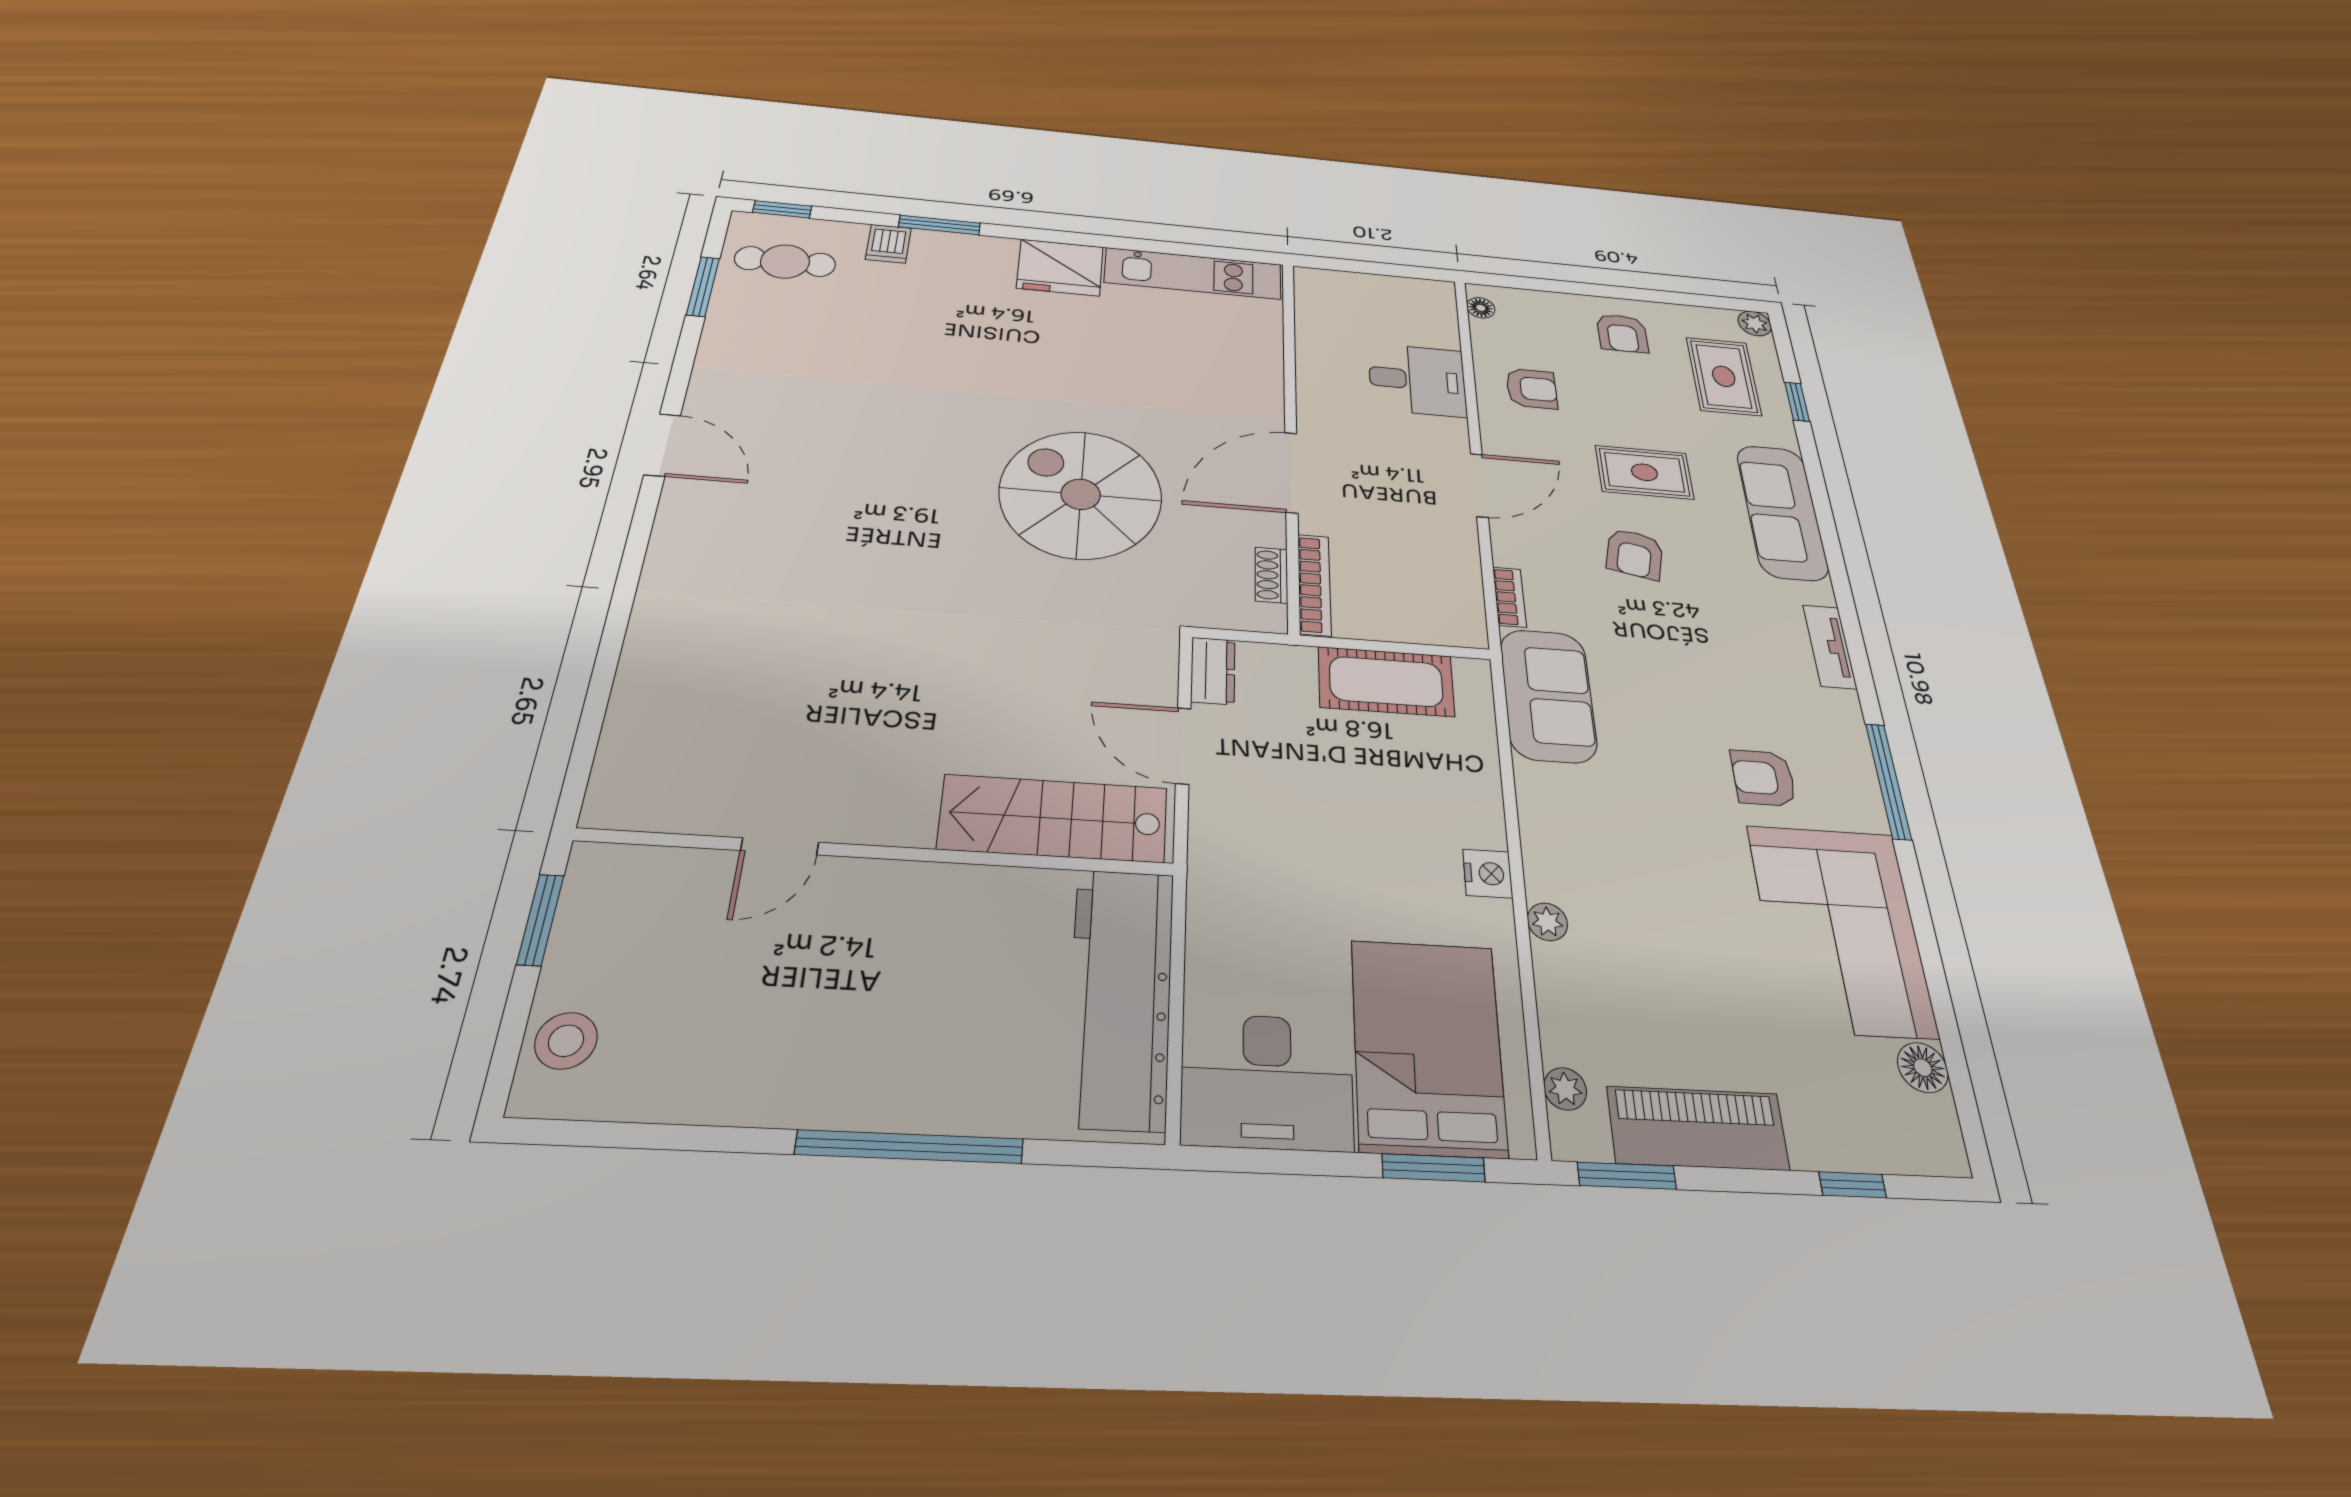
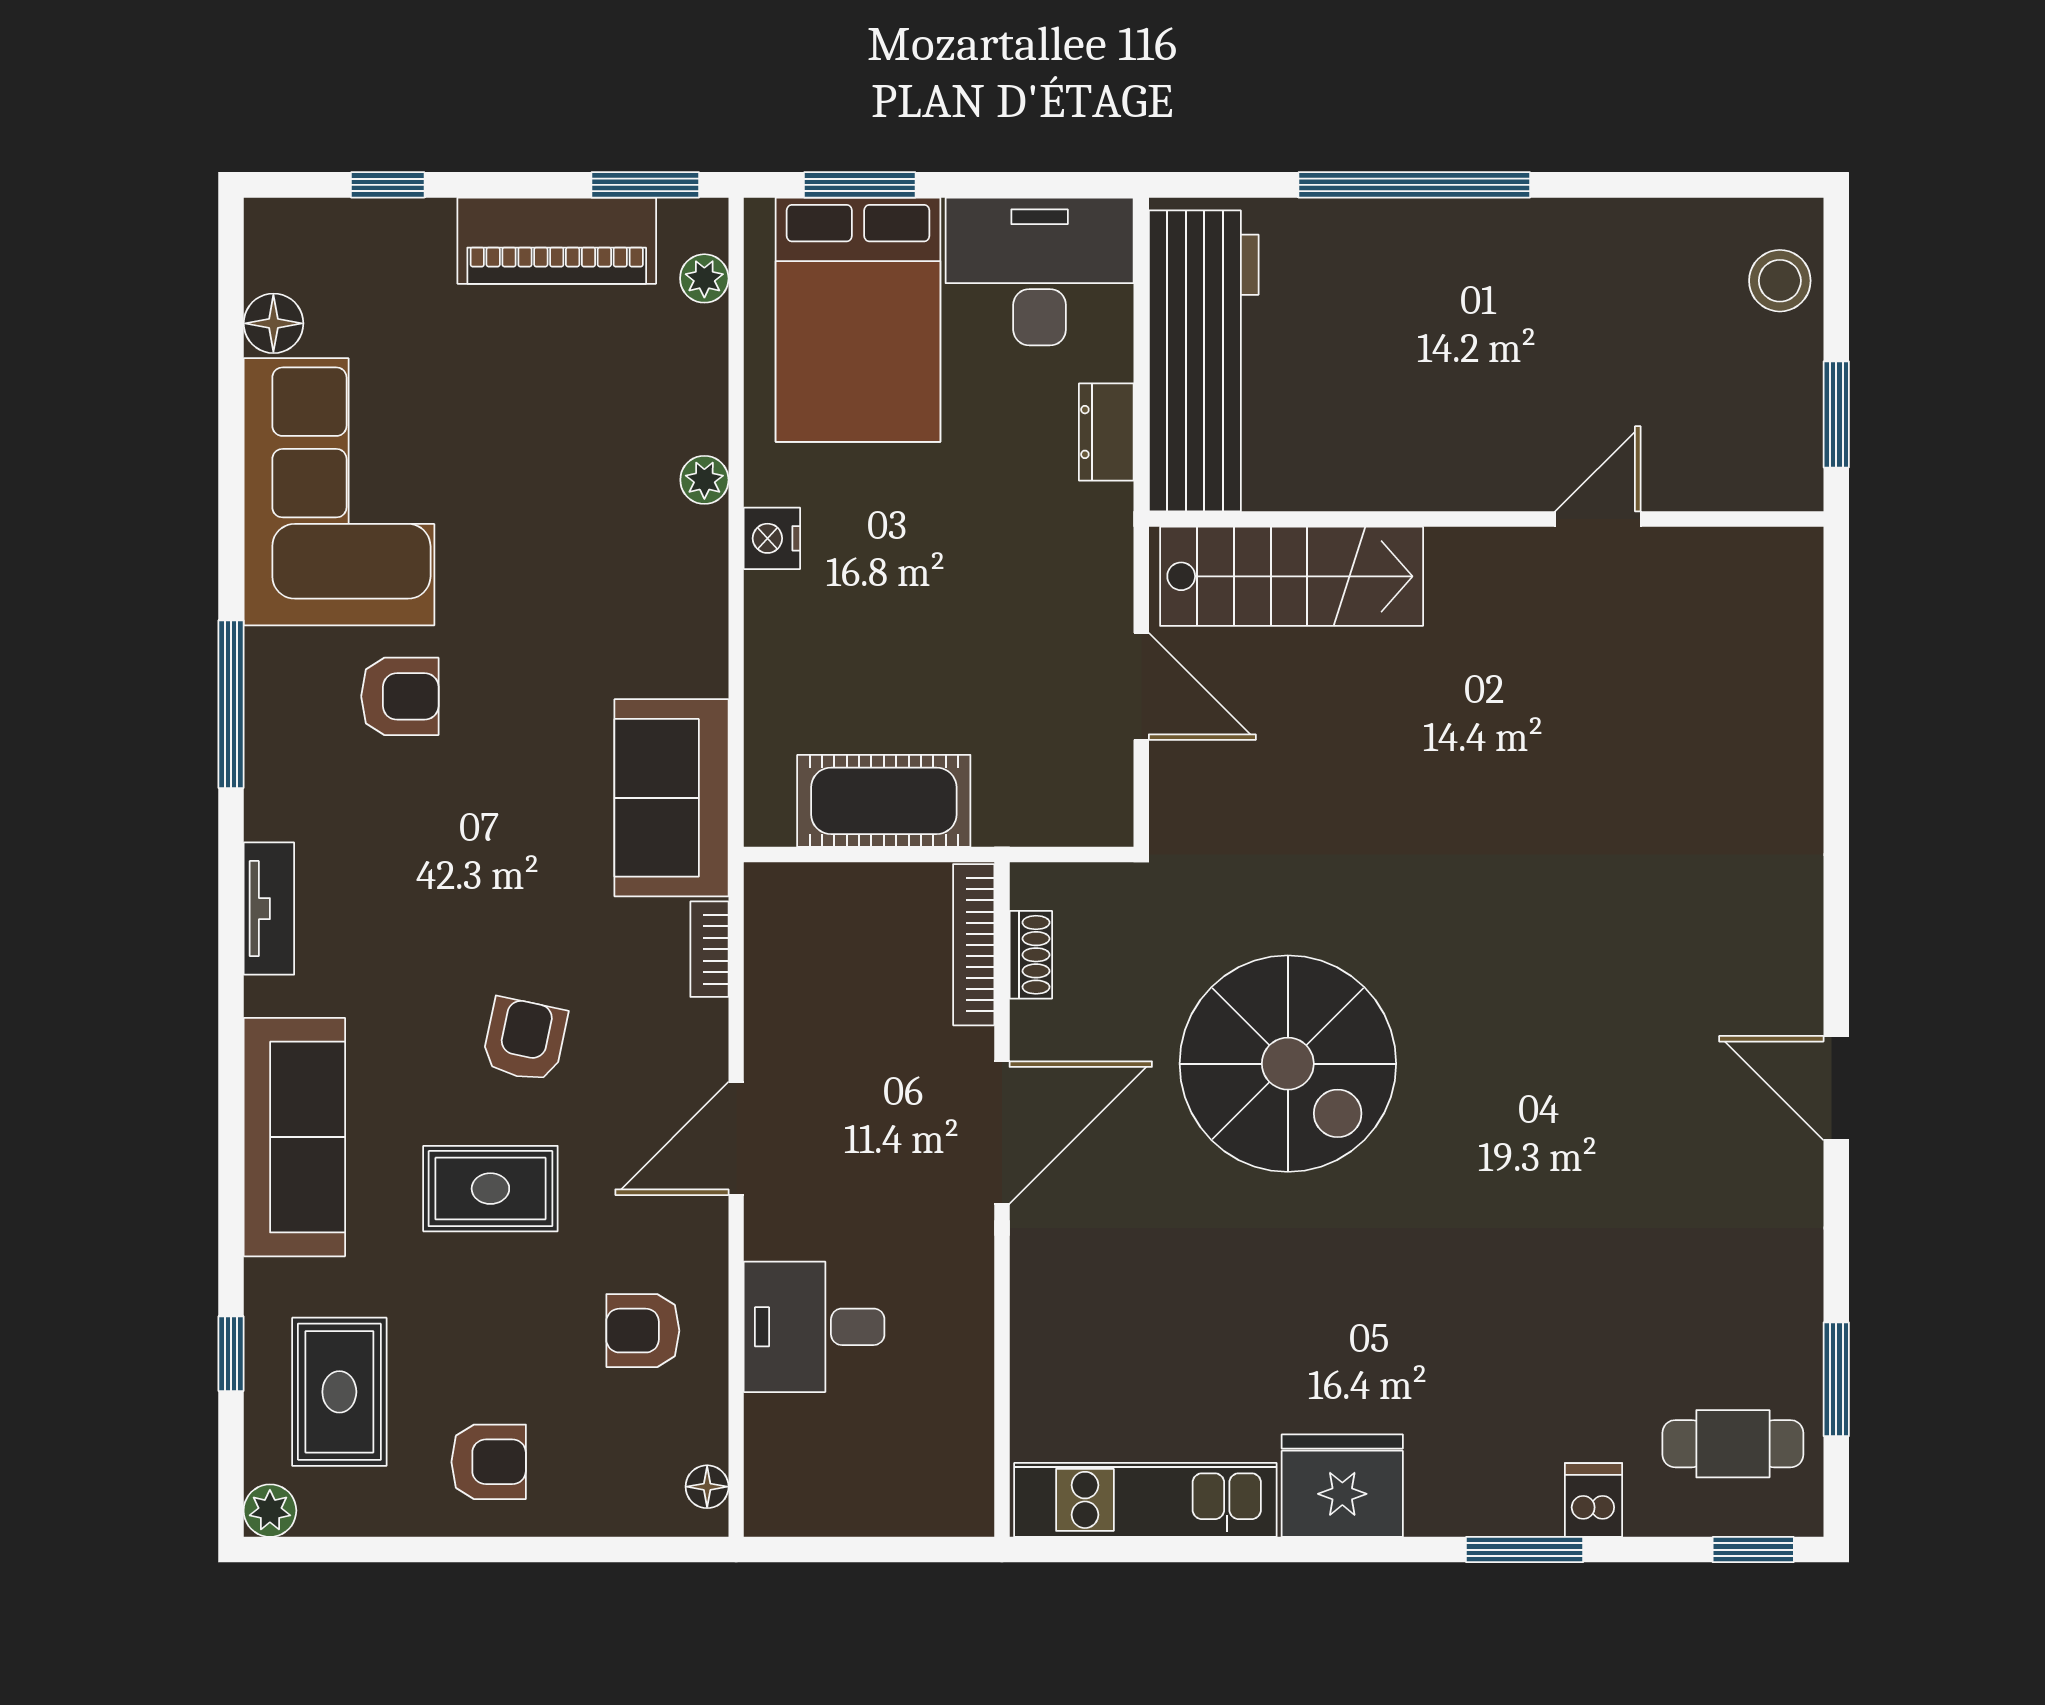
armchair: (1622, 333) -> (489, 1462), turned 90
dresser: (1213, 671) -> (1106, 432), moved

